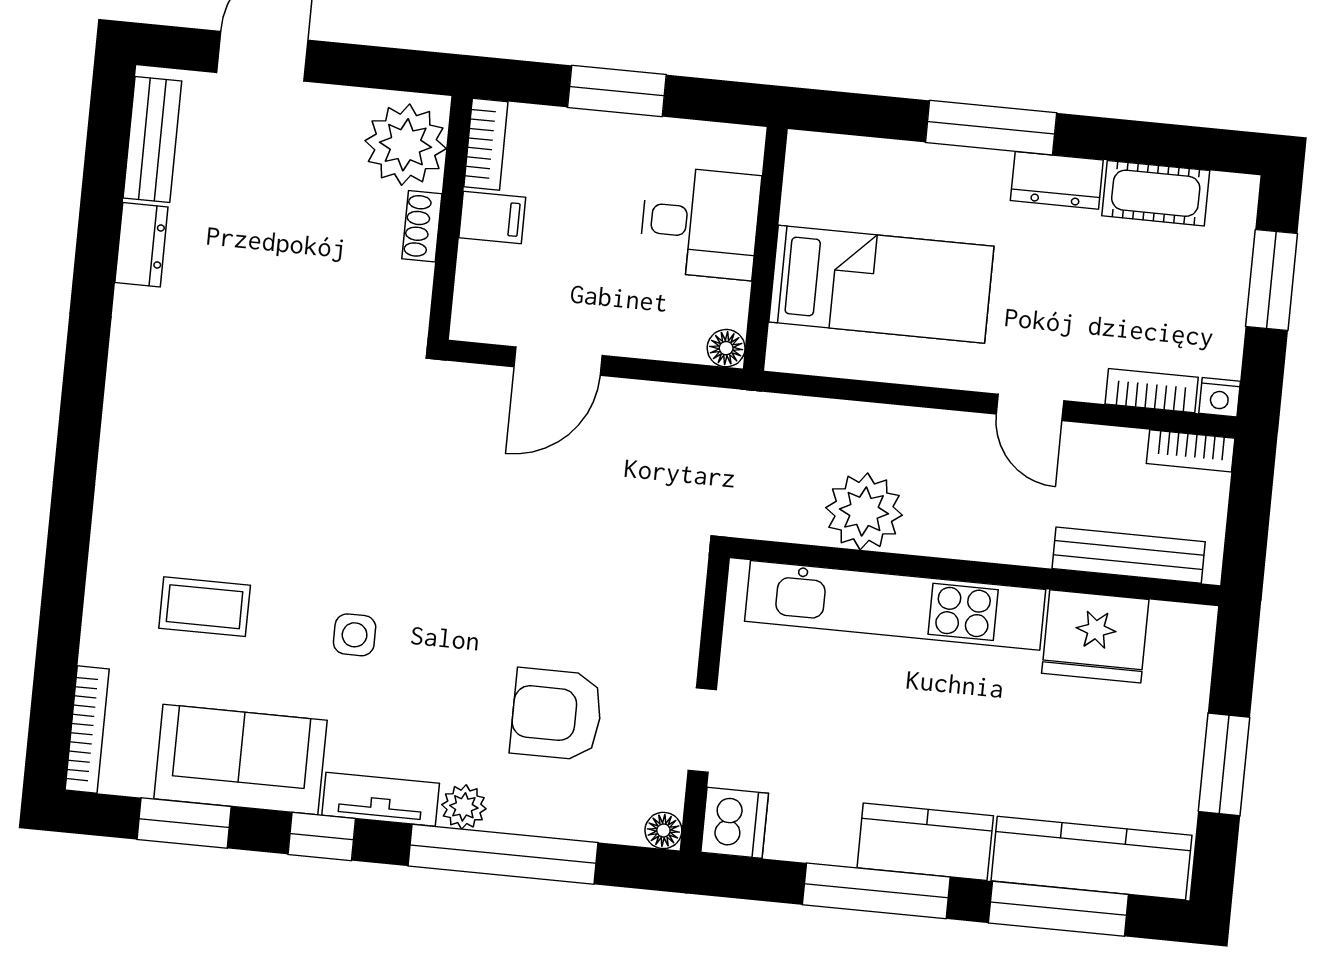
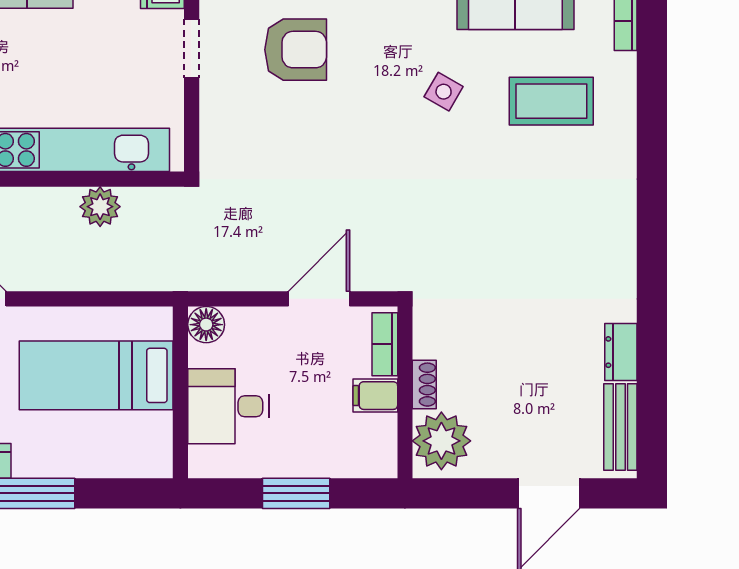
bookcase: (486, 144) -> (385, 344), moved
floor lamp: (726, 348) -> (206, 325), width x1.37, depth x1.37
plant: (864, 511) -> (100, 207), width x0.73, depth x0.73
coffee table: (205, 607) -> (551, 101), width x1.36, depth x1.30
side table: (355, 635) -> (444, 92), turned 30

